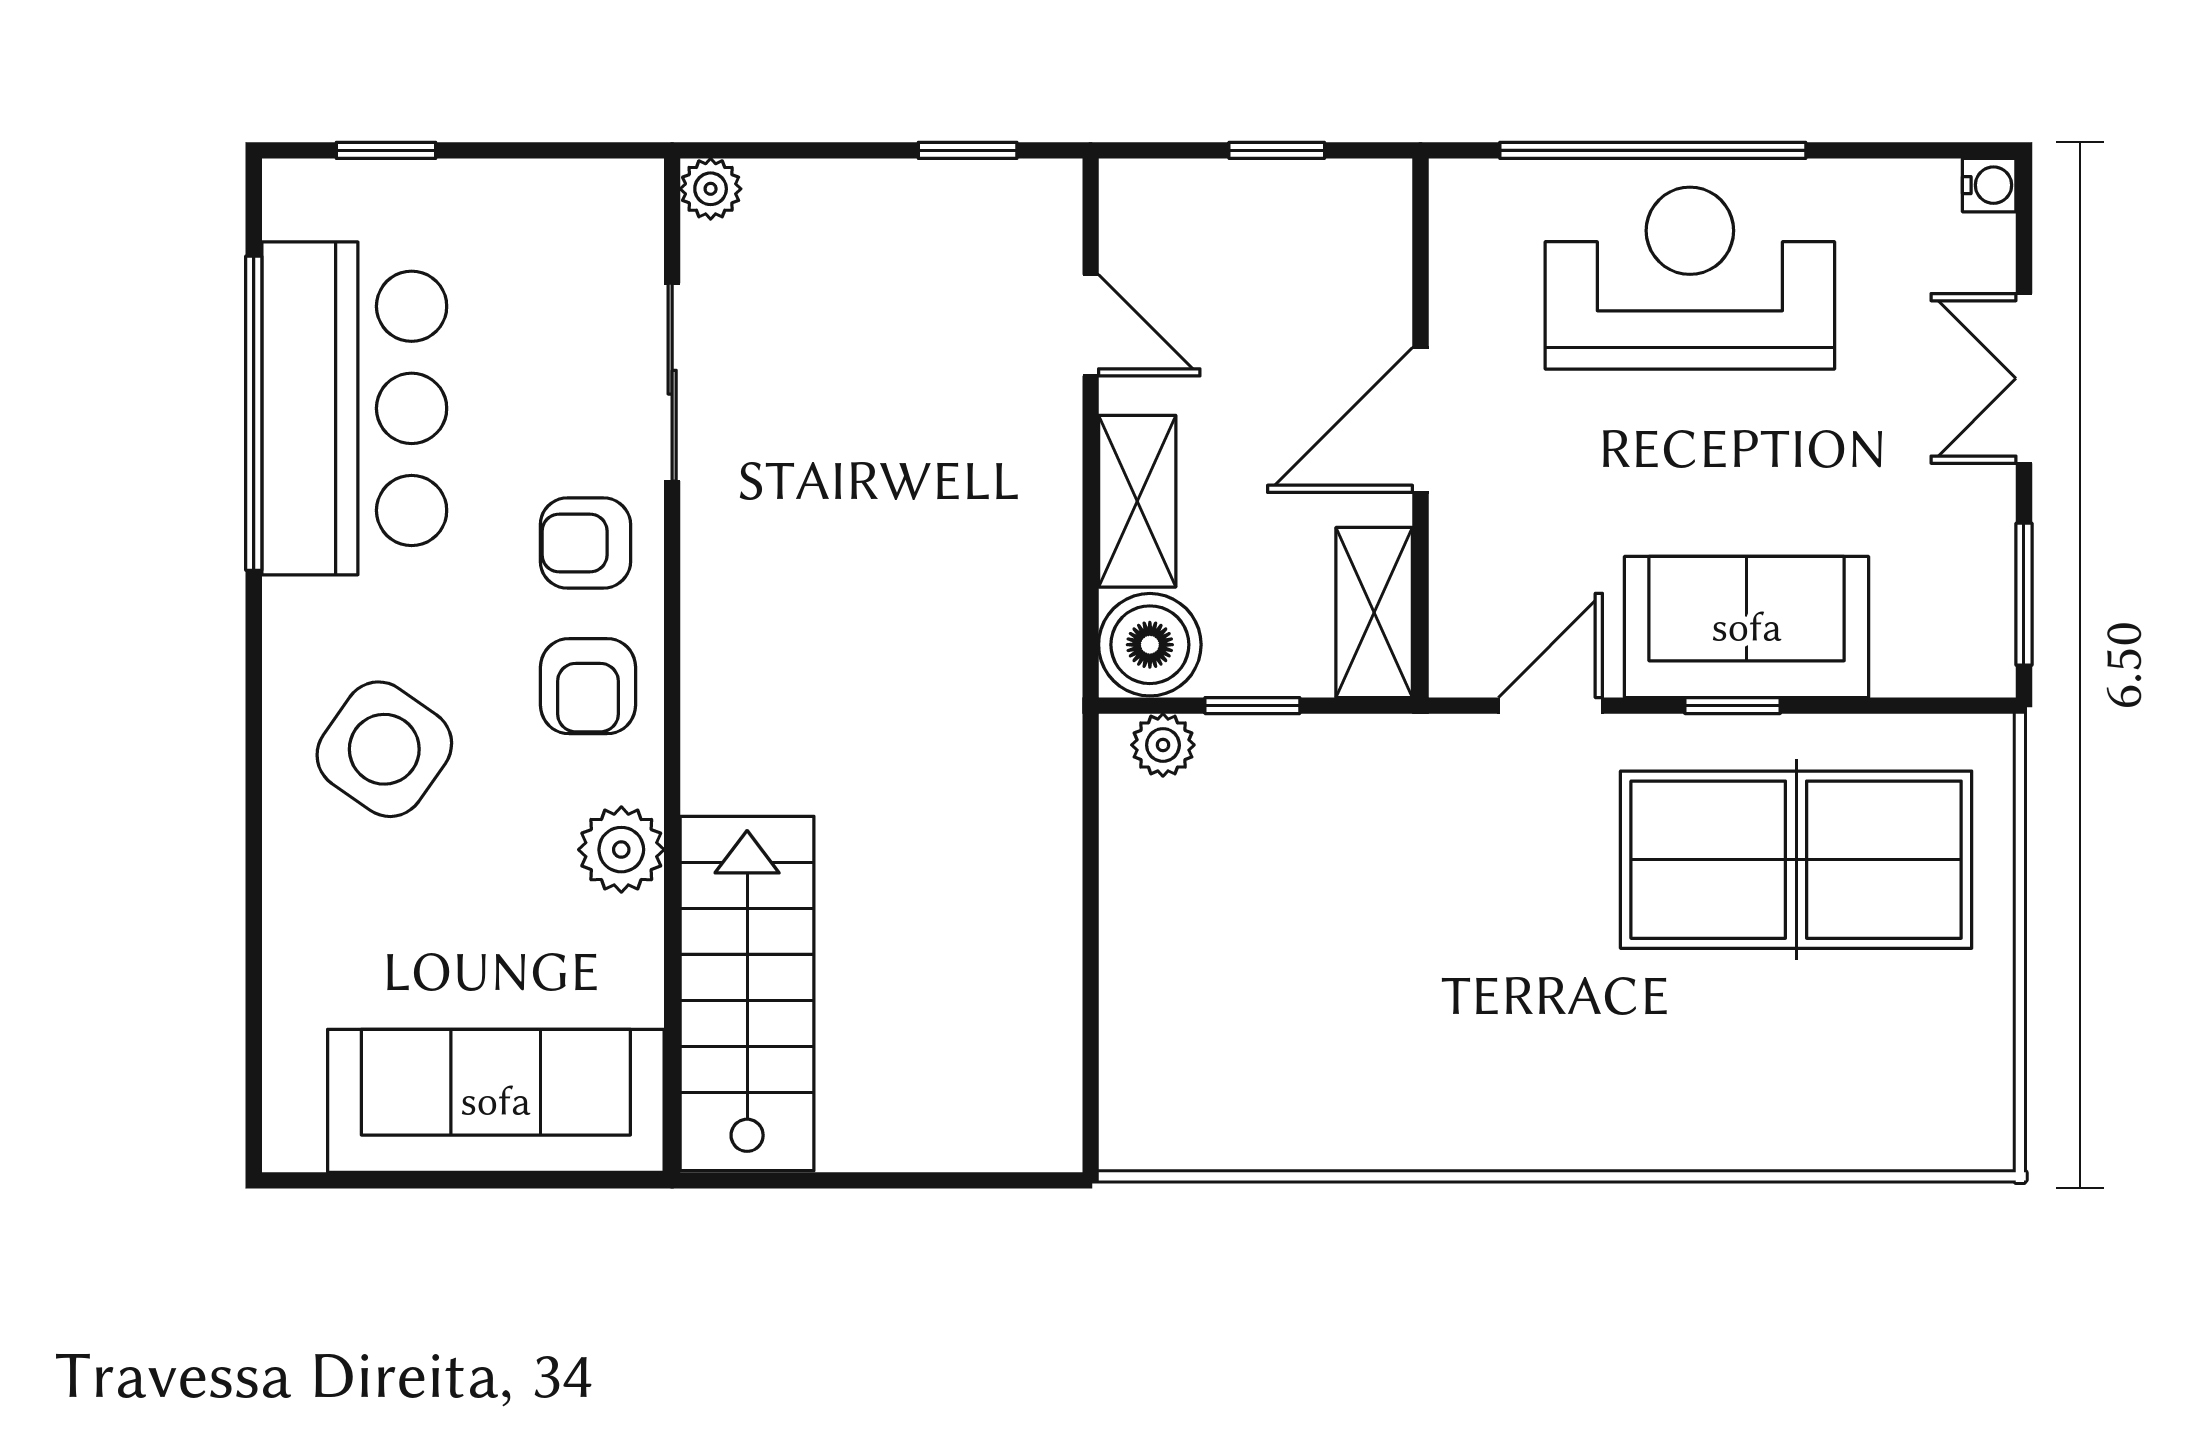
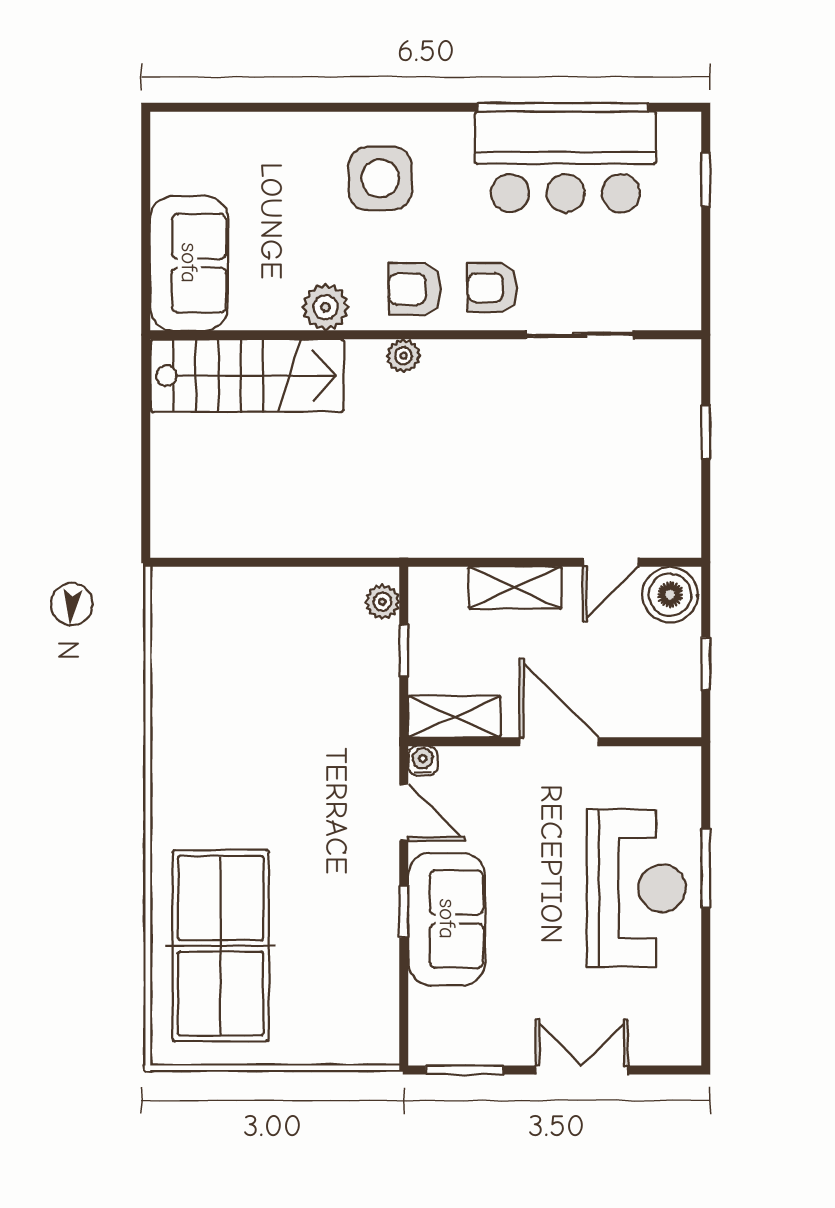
window: (968, 150) -> (706, 432), moved
window: (1653, 150) -> (706, 868), width x0.47
water cooler: (1989, 185) -> (423, 761), moved, turned 180
plant: (711, 189) -> (403, 356), moved
armchair: (585, 543) -> (492, 288), turned -90
boiler: (1150, 645) -> (670, 595), moved
side table: (384, 749) -> (380, 178), turned -35
table tennis table: (1796, 860) -> (221, 946), moved
sofa: (496, 1101) -> (189, 263), width x0.73

